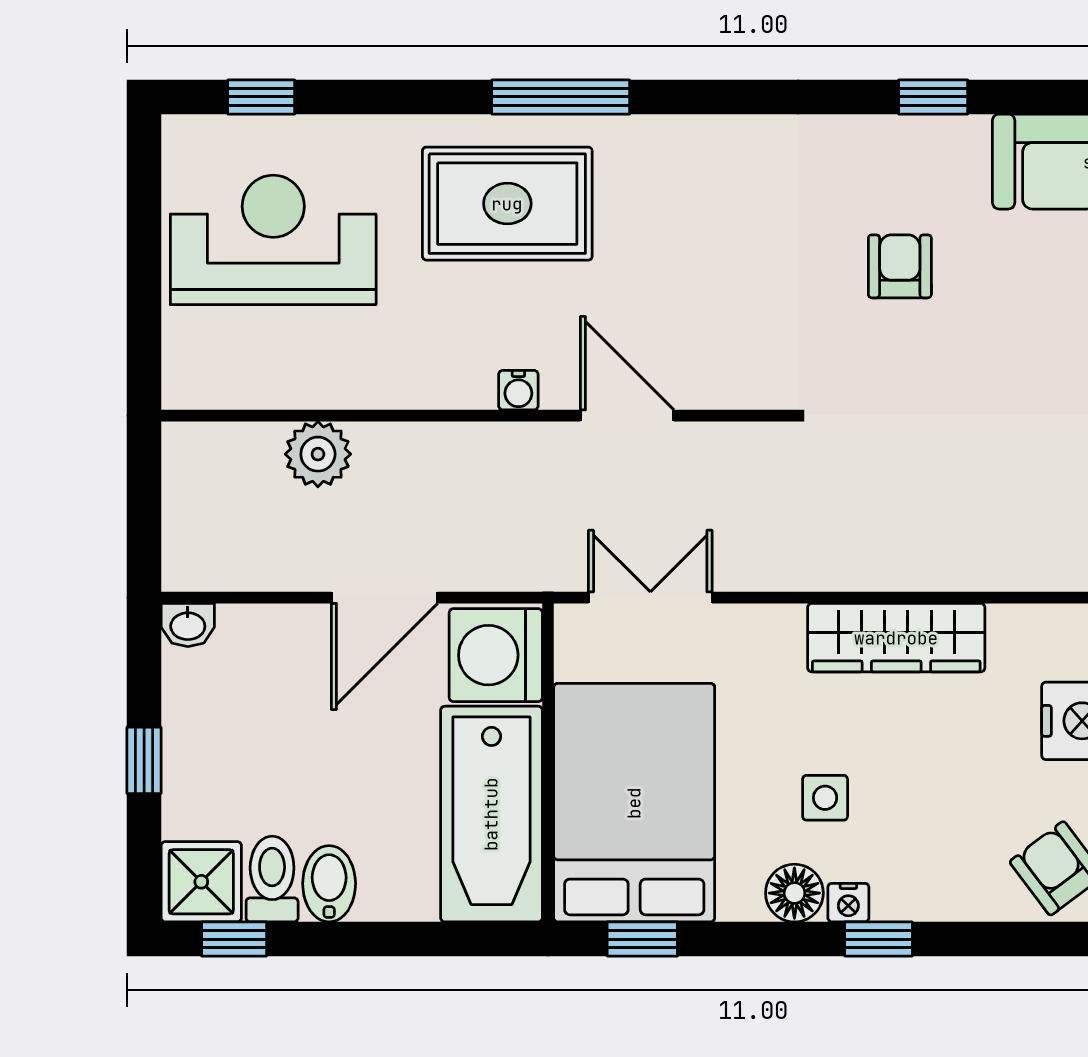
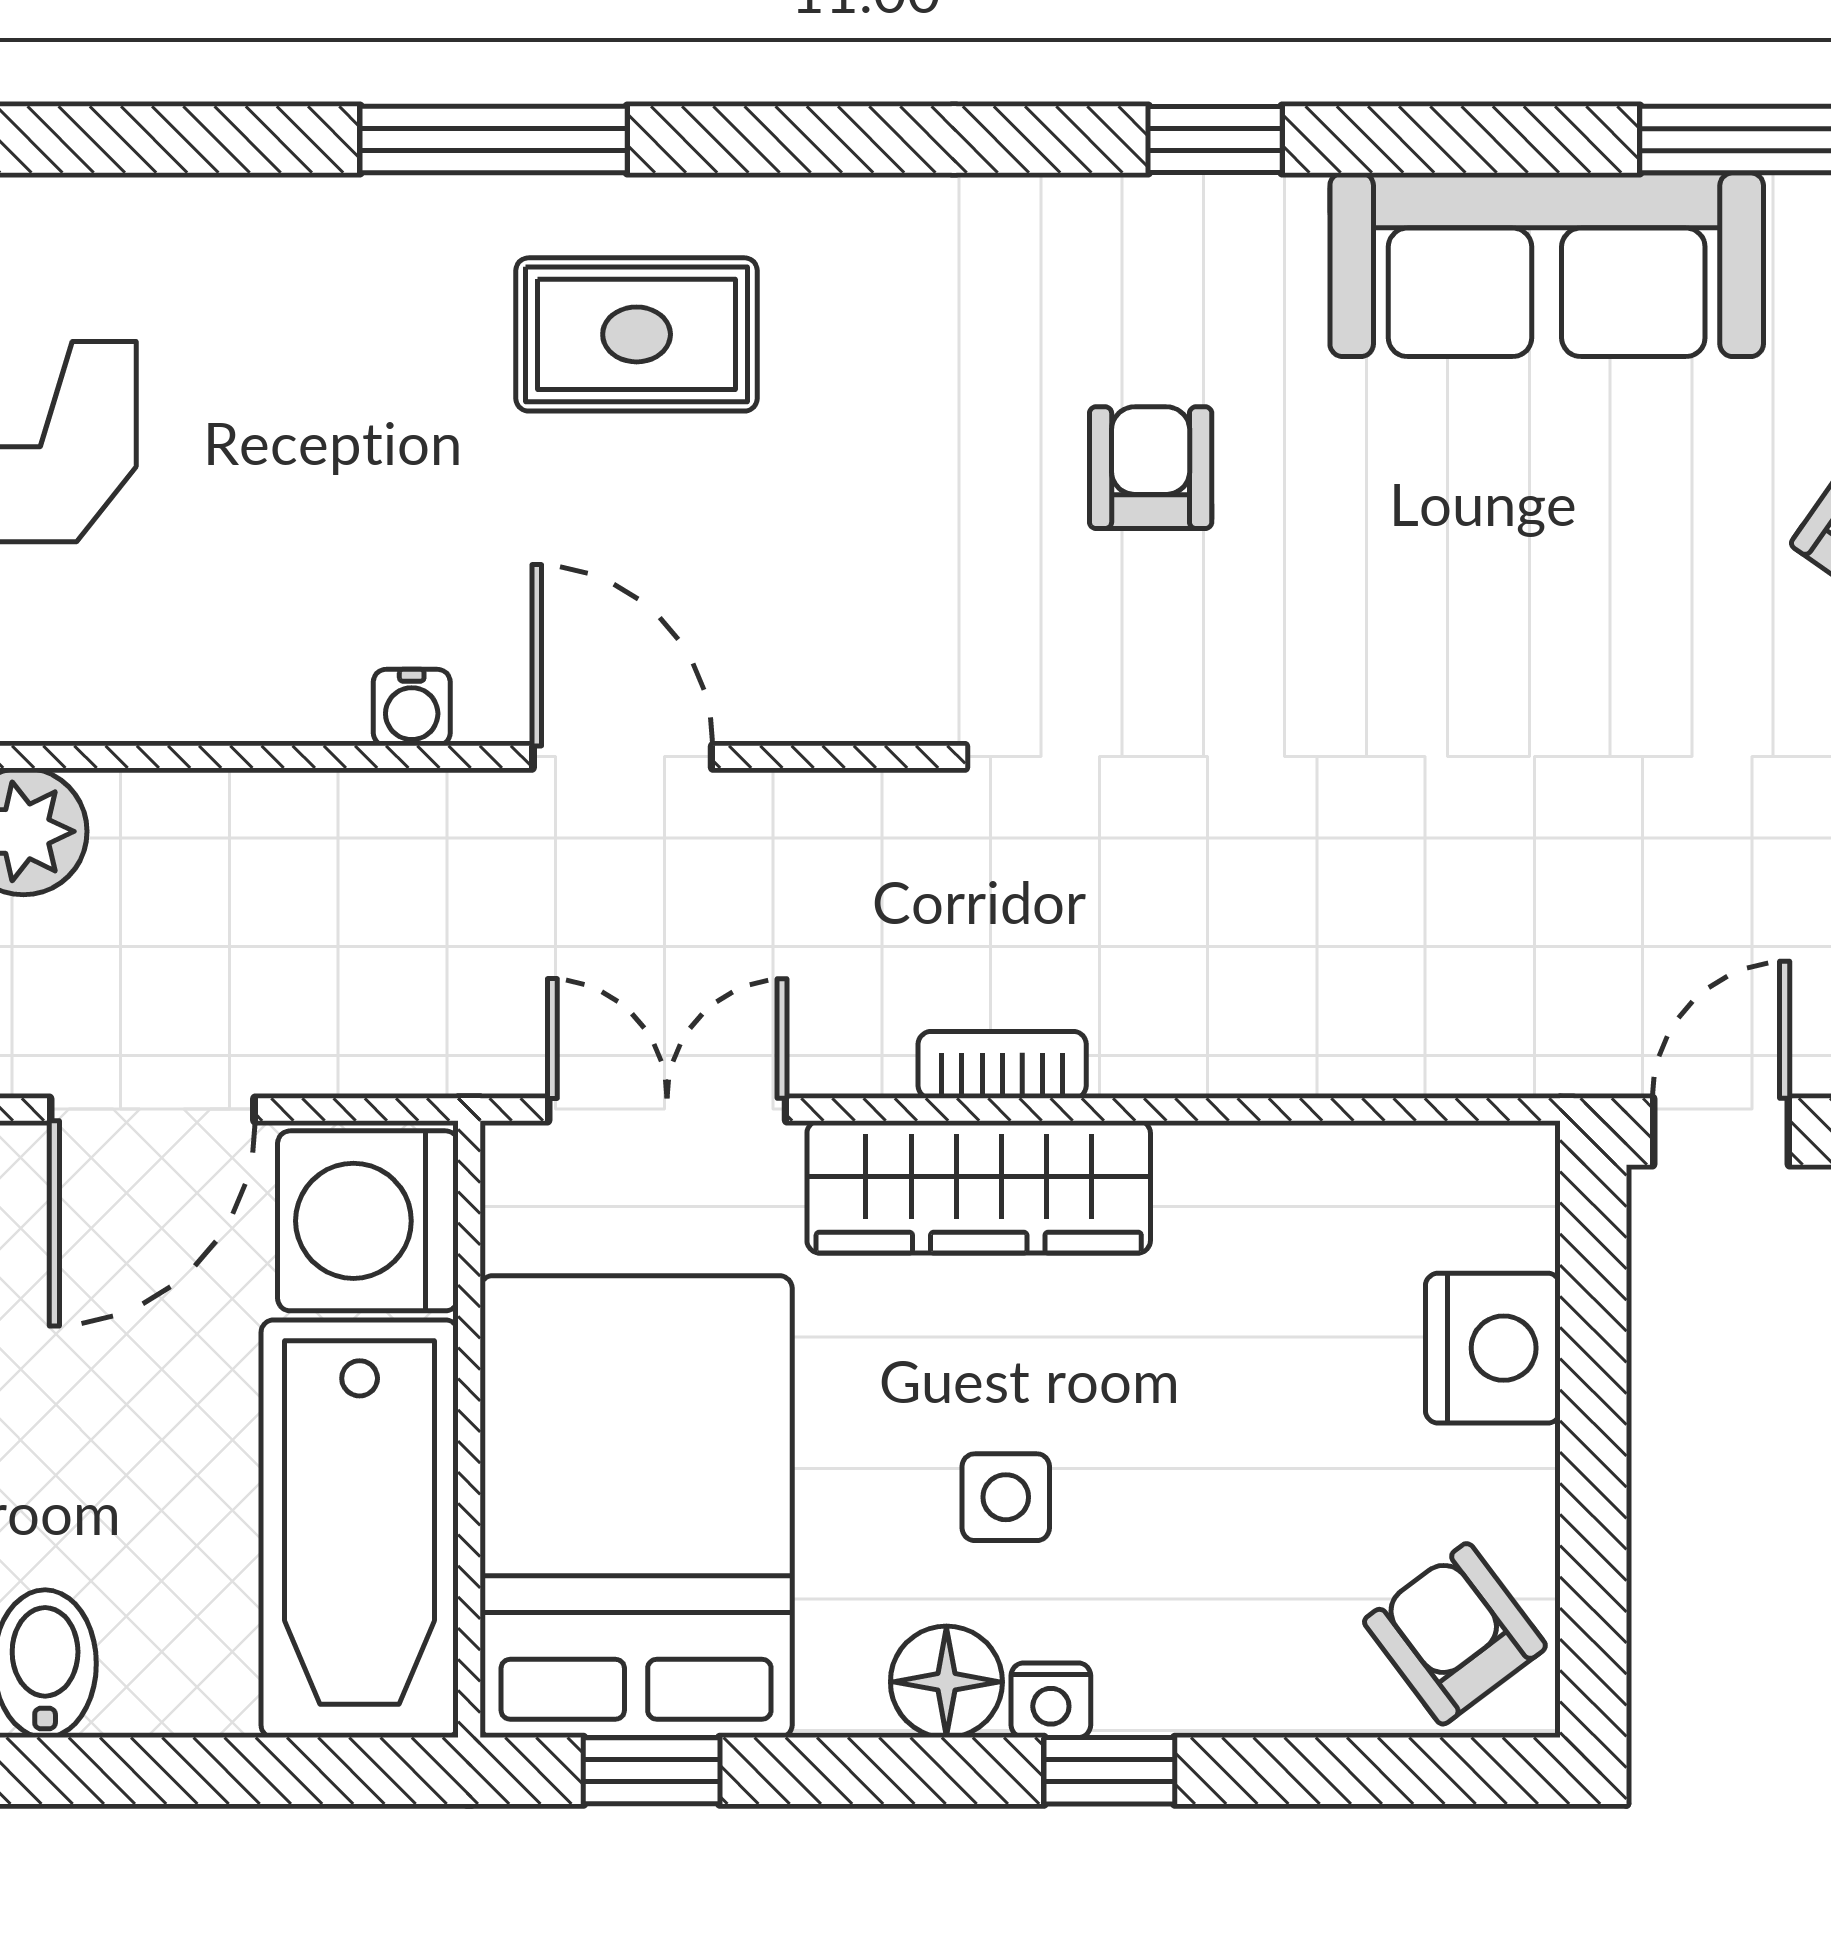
rug: (507, 204) -> (637, 334), moved, width x0.73, depth x0.70
bookcase: (823, 575) -> (1002, 1065), added
wardrobe: (896, 638) -> (979, 1187), moved

